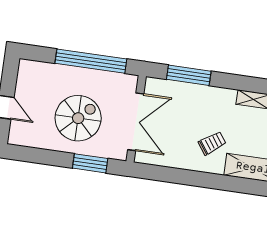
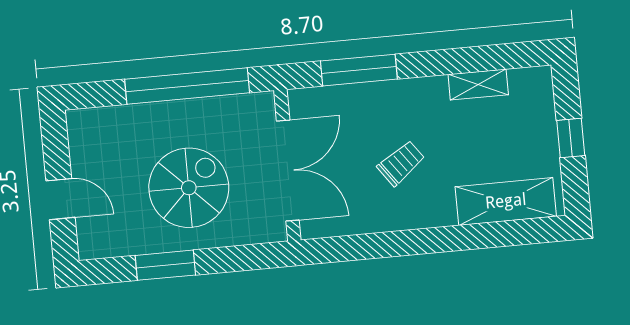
trolley: (212, 143) -> (401, 163), moved
window: (90, 163) -> (165, 265), moved

